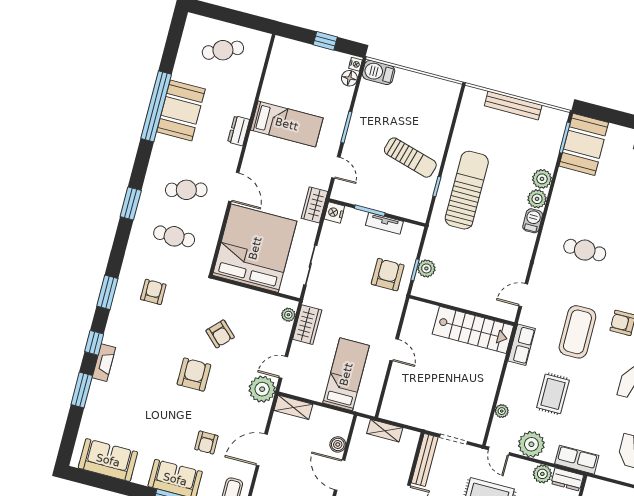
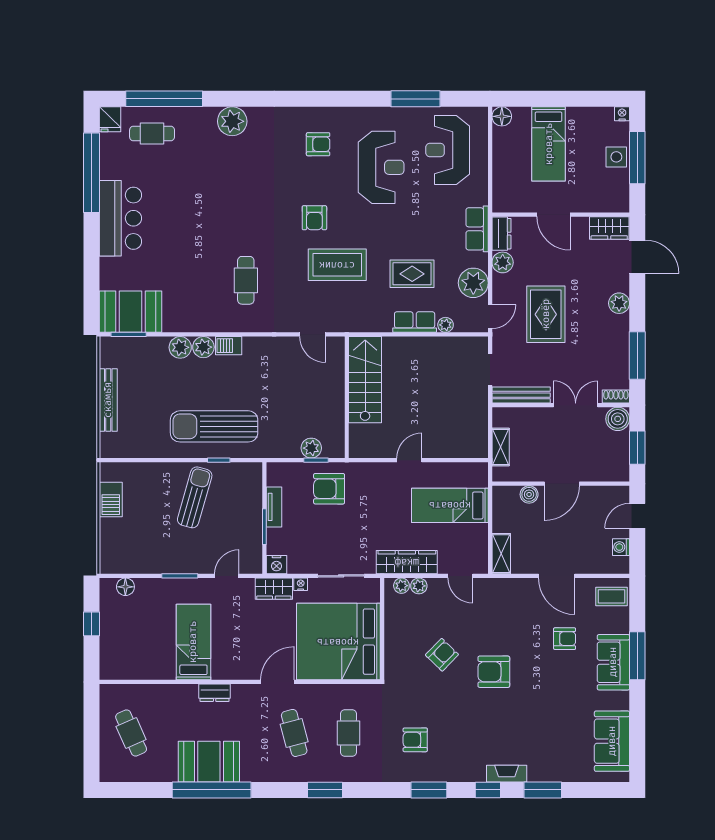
nightstand: (355, 64) -> (301, 584), moved
barbecue: (379, 72) -> (111, 499), moved
wardrobe: (307, 325) -> (407, 562), width x1.50
row of seats: (522, 345) -> (415, 322), moved
plant: (262, 389) -> (419, 586), moved, width x0.53, depth x0.53

